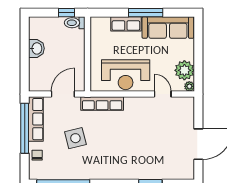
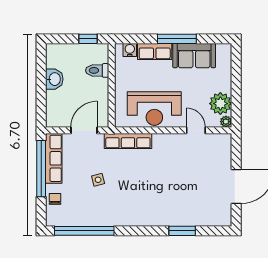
toilet: (75, 23) -> (97, 70), moved
water cooler: (104, 23) -> (130, 50), added
sofa: (168, 28) -> (194, 56), width x0.73
side table: (75, 138) -> (98, 180), width x0.54, depth x0.54

